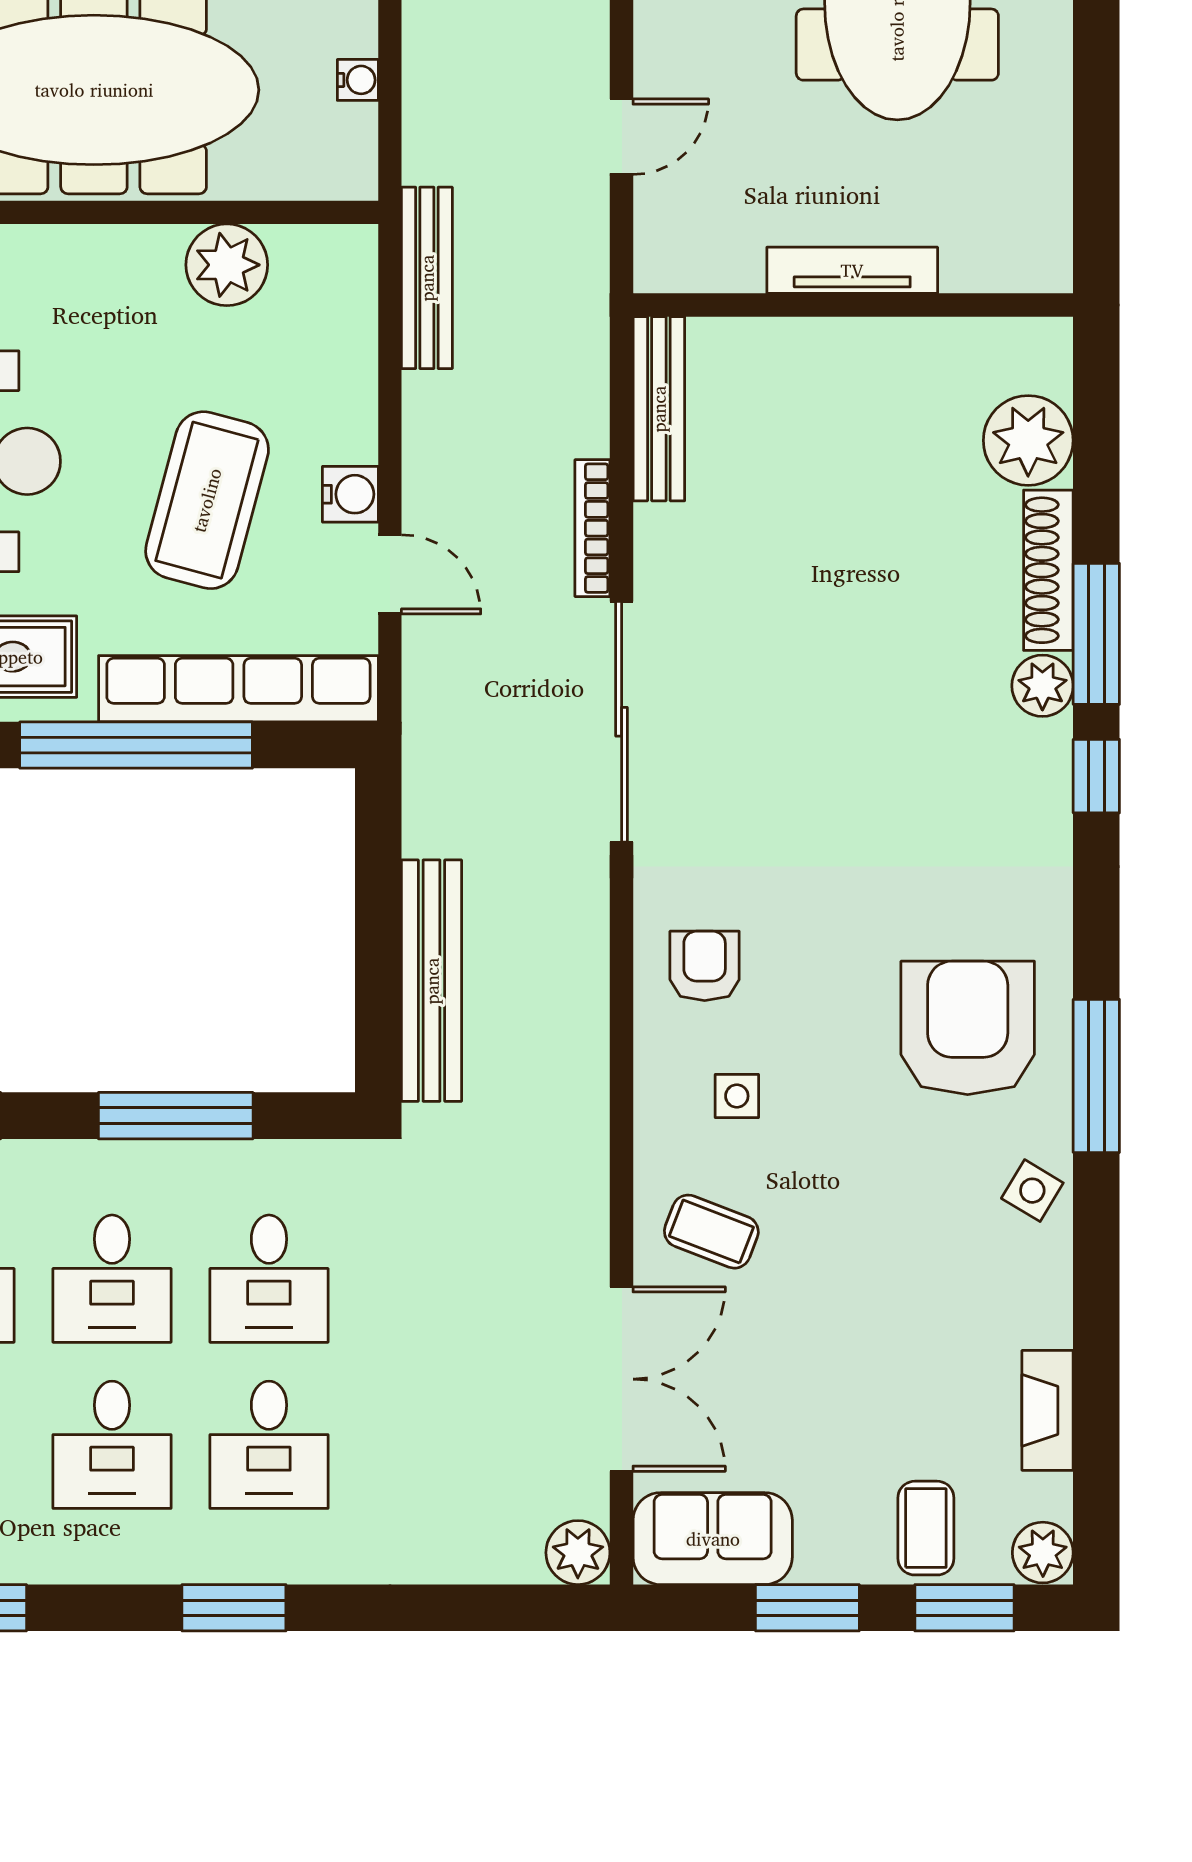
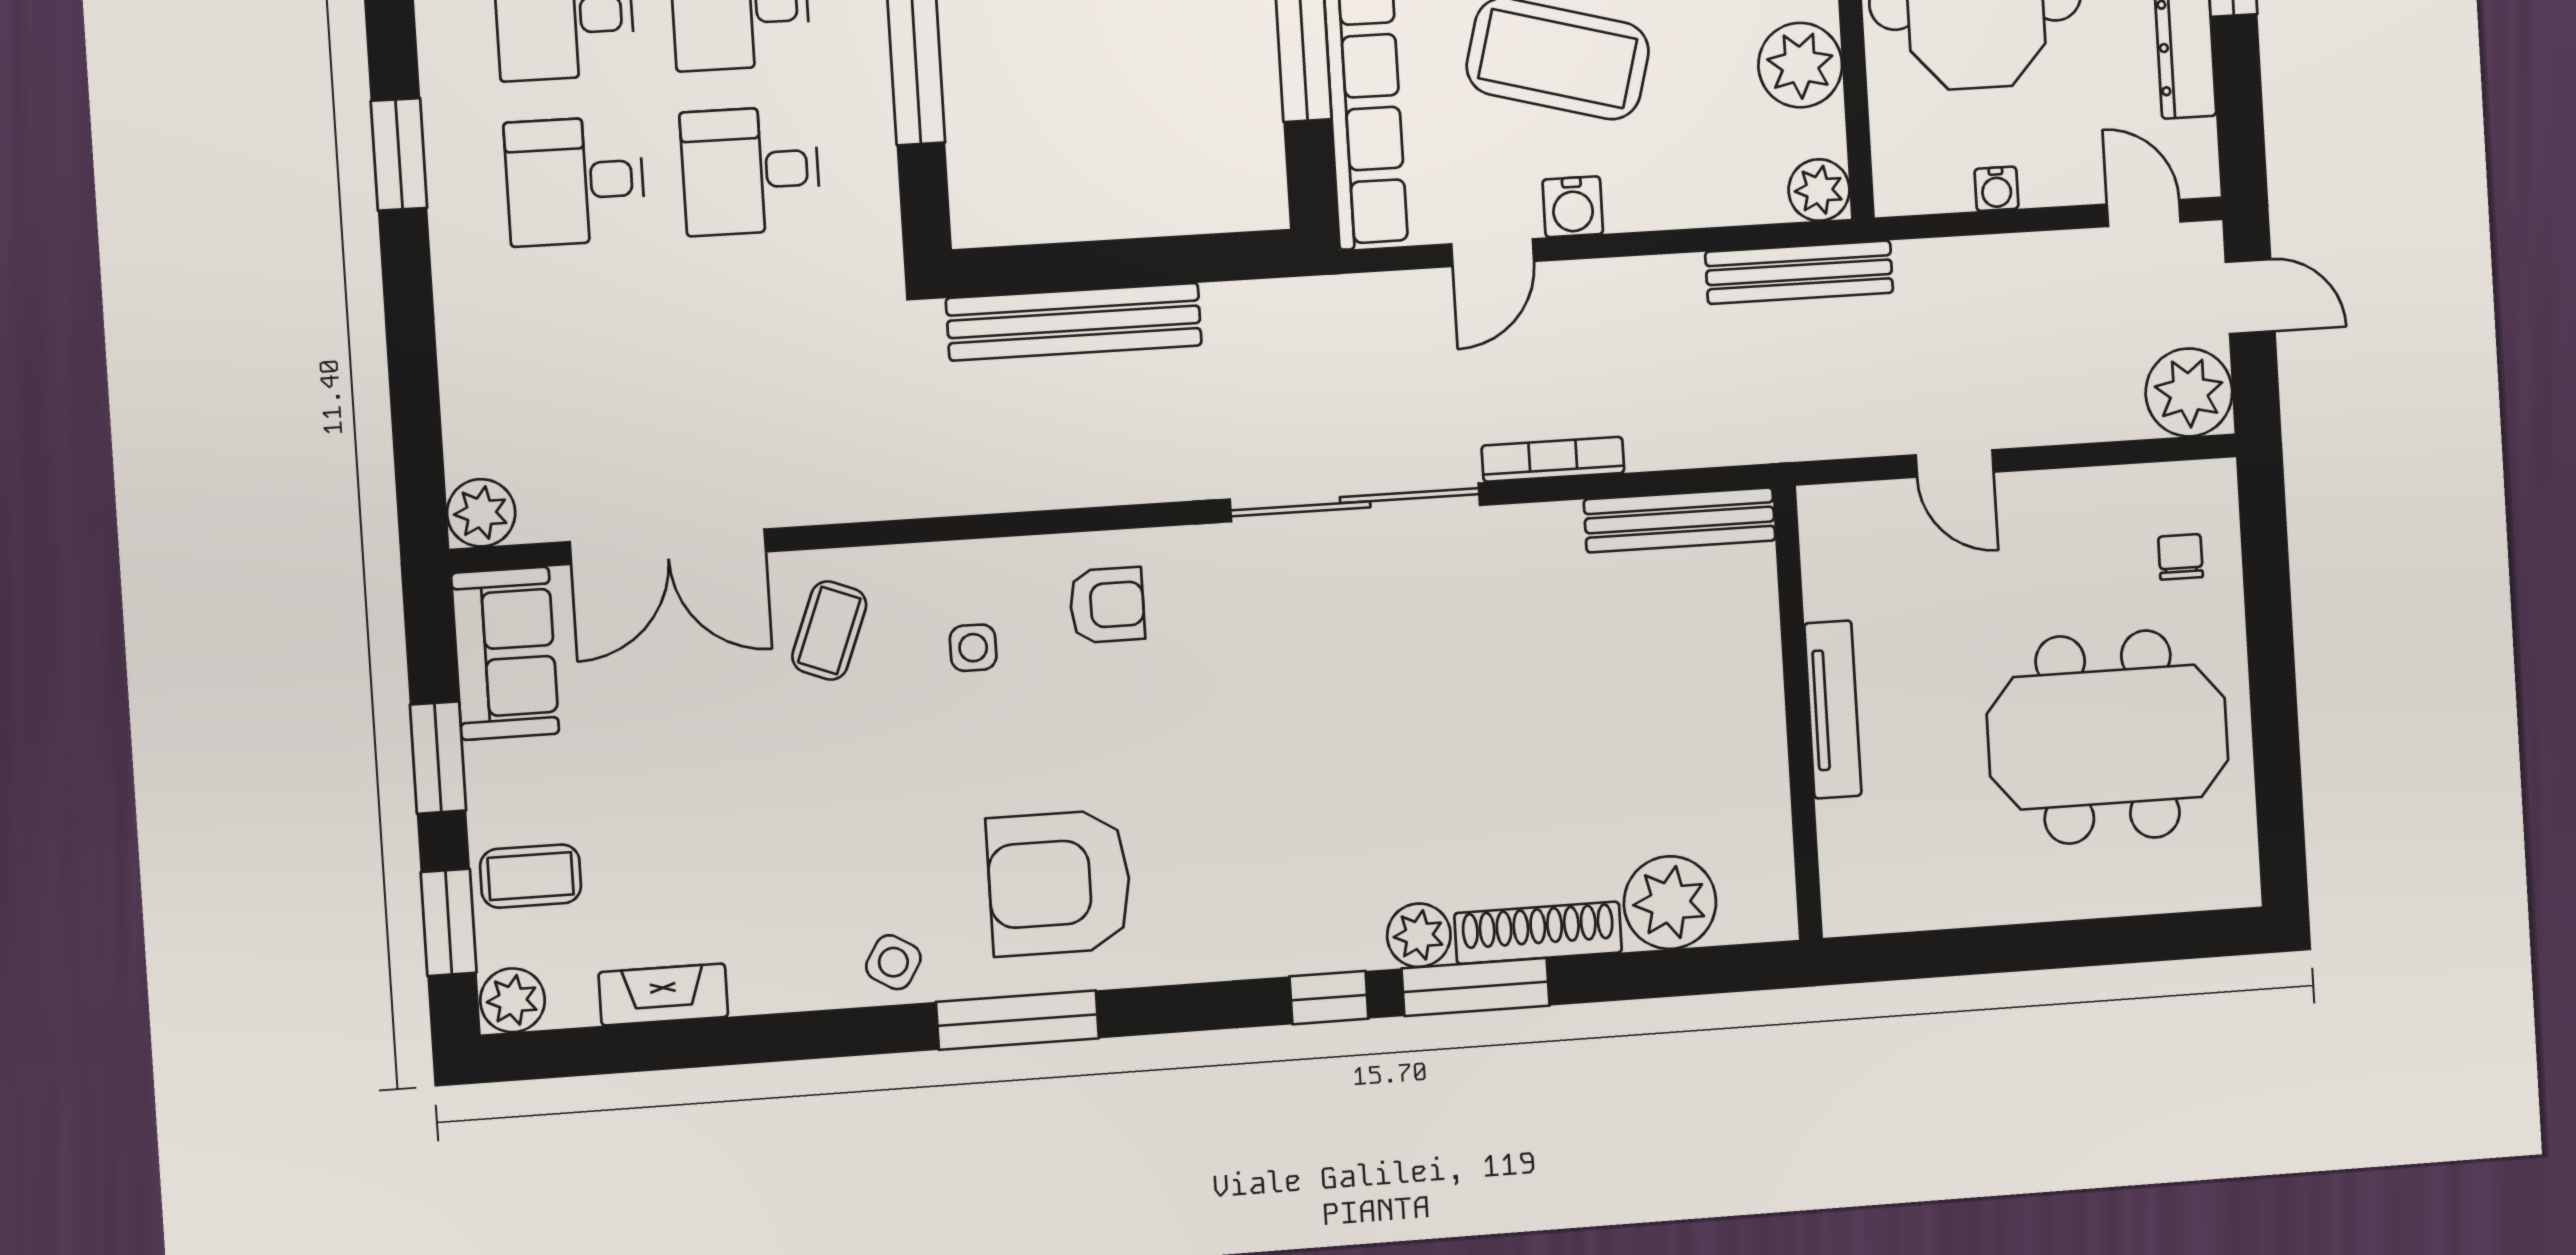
plant: (349, 254) -> (1819, 190), added
armchair: (968, 1028) -> (1059, 883), turned 180

